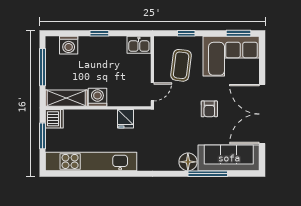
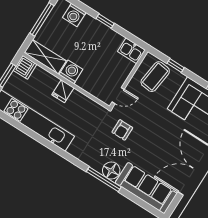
coffee table: (181, 65) -> (155, 77), moved
armchair: (209, 109) -> (122, 130), moved
fridge: (125, 119) -> (63, 91), moved
window: (208, 174) -> (104, 179), moved

